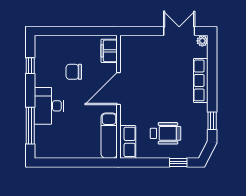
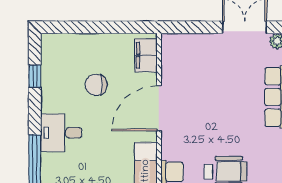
desk: (49, 106) -> (61, 133), width x0.73

